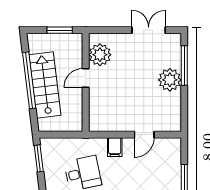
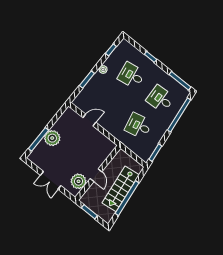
double door: (149, 30) -> (51, 180), moved
door: (86, 78) -> (96, 175), hinge flipped
filing cabinet: (115, 147) -> (110, 126), removed

